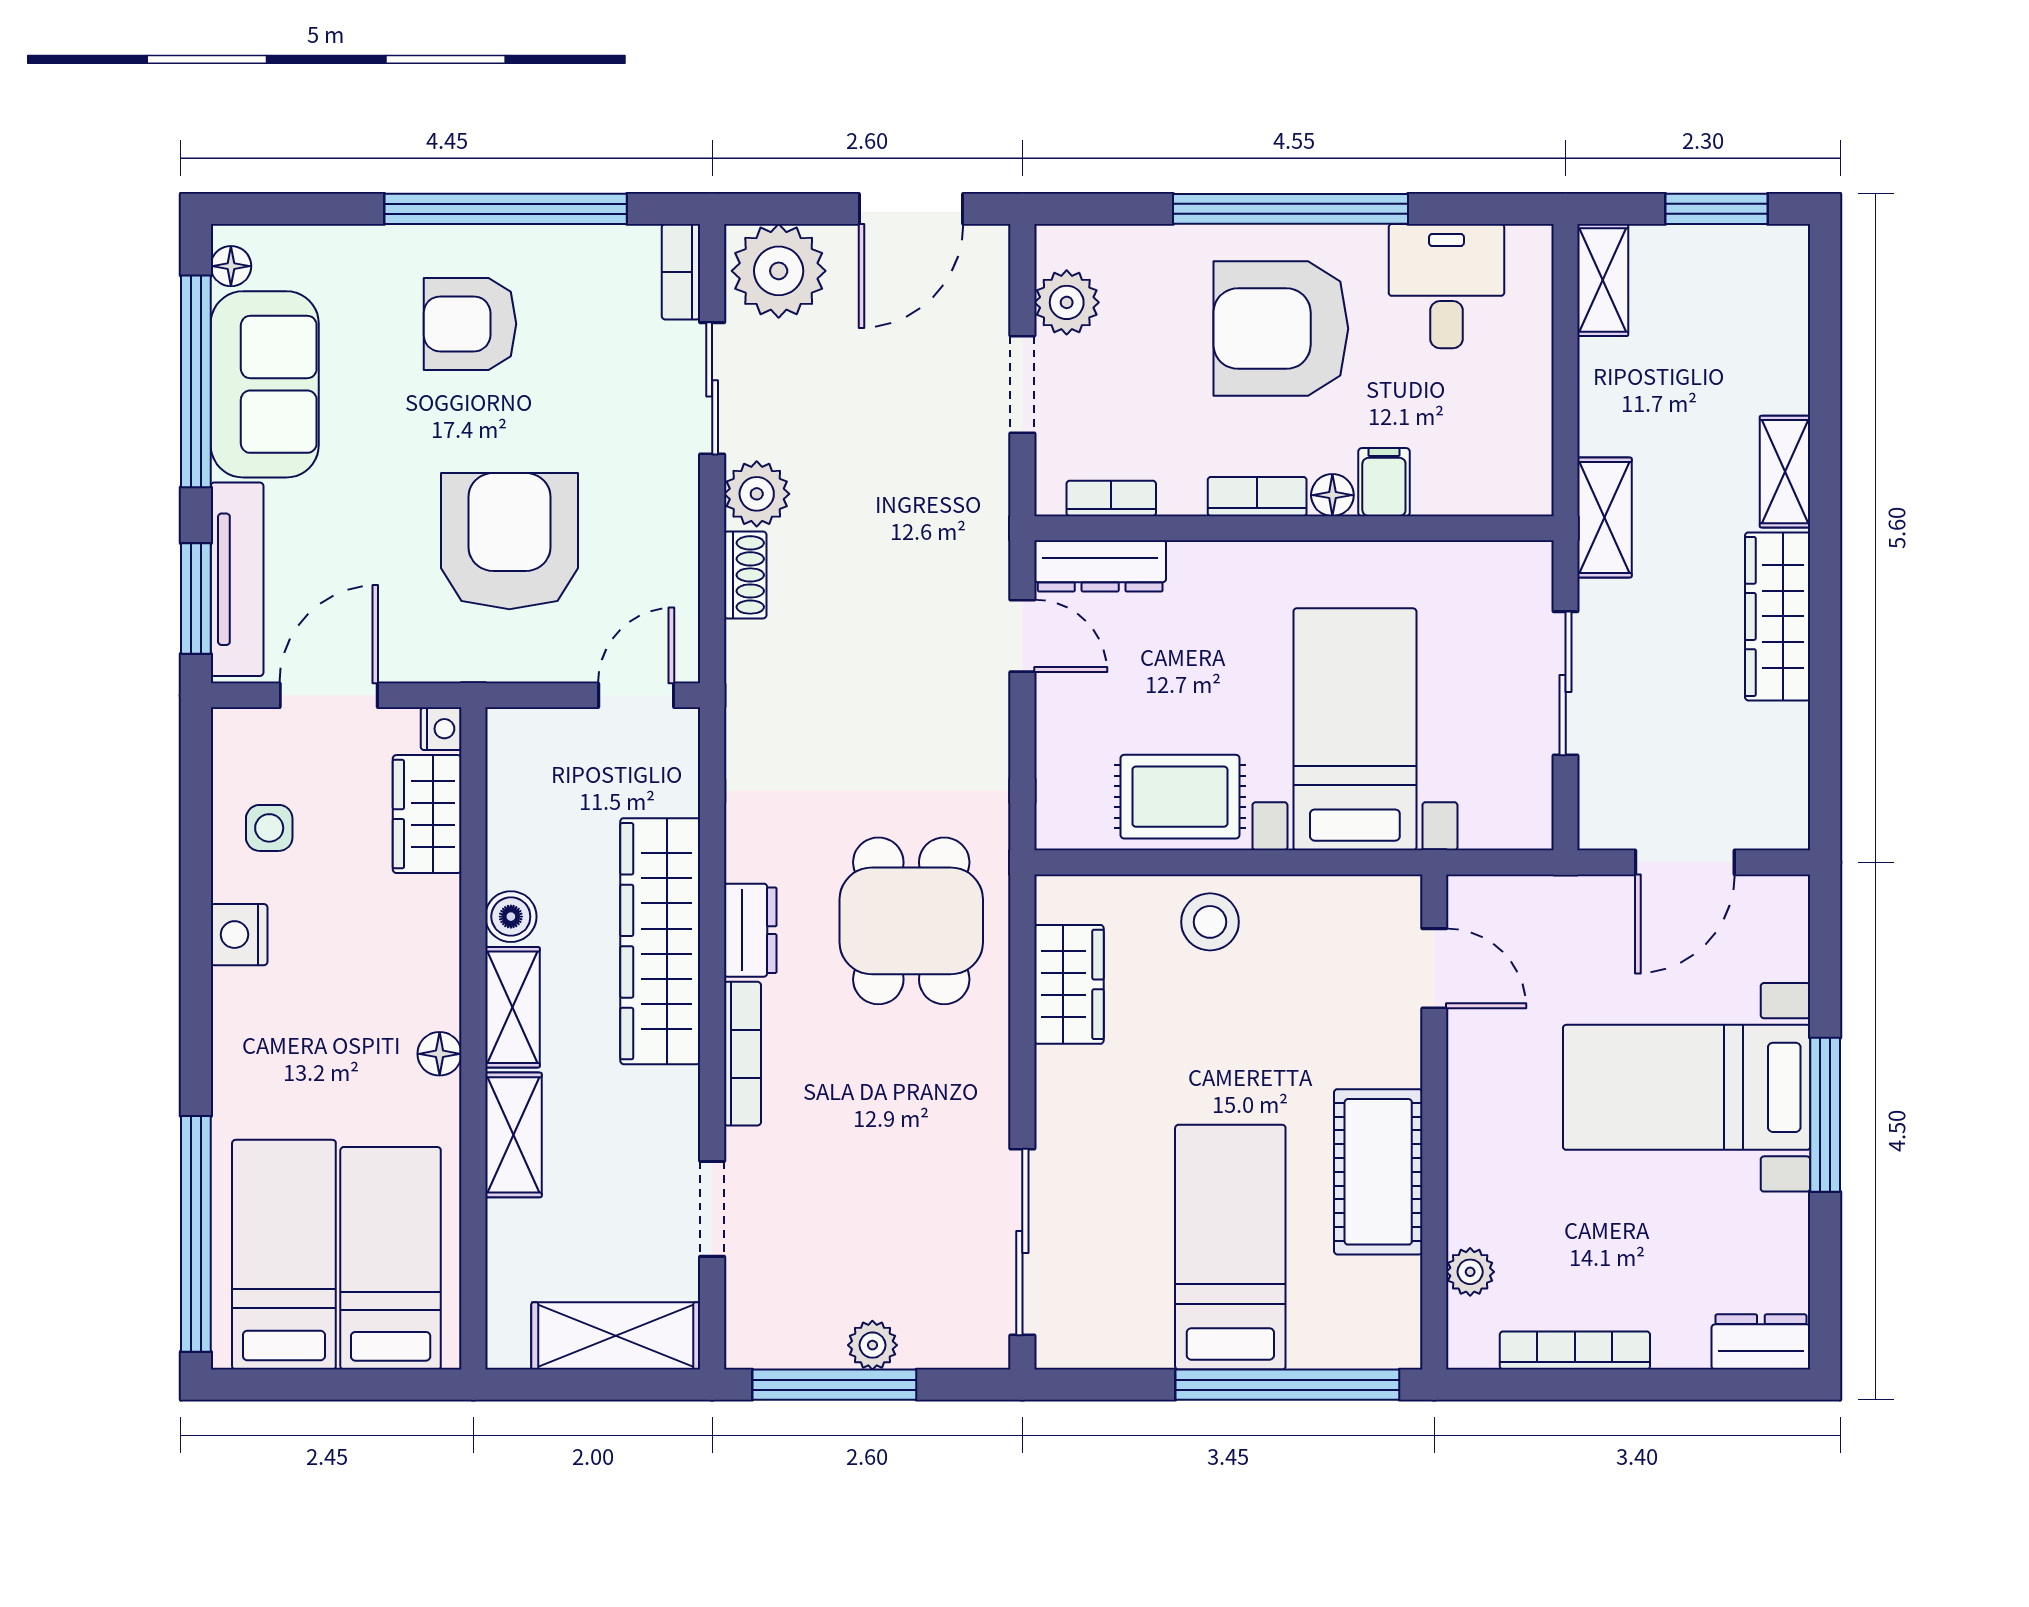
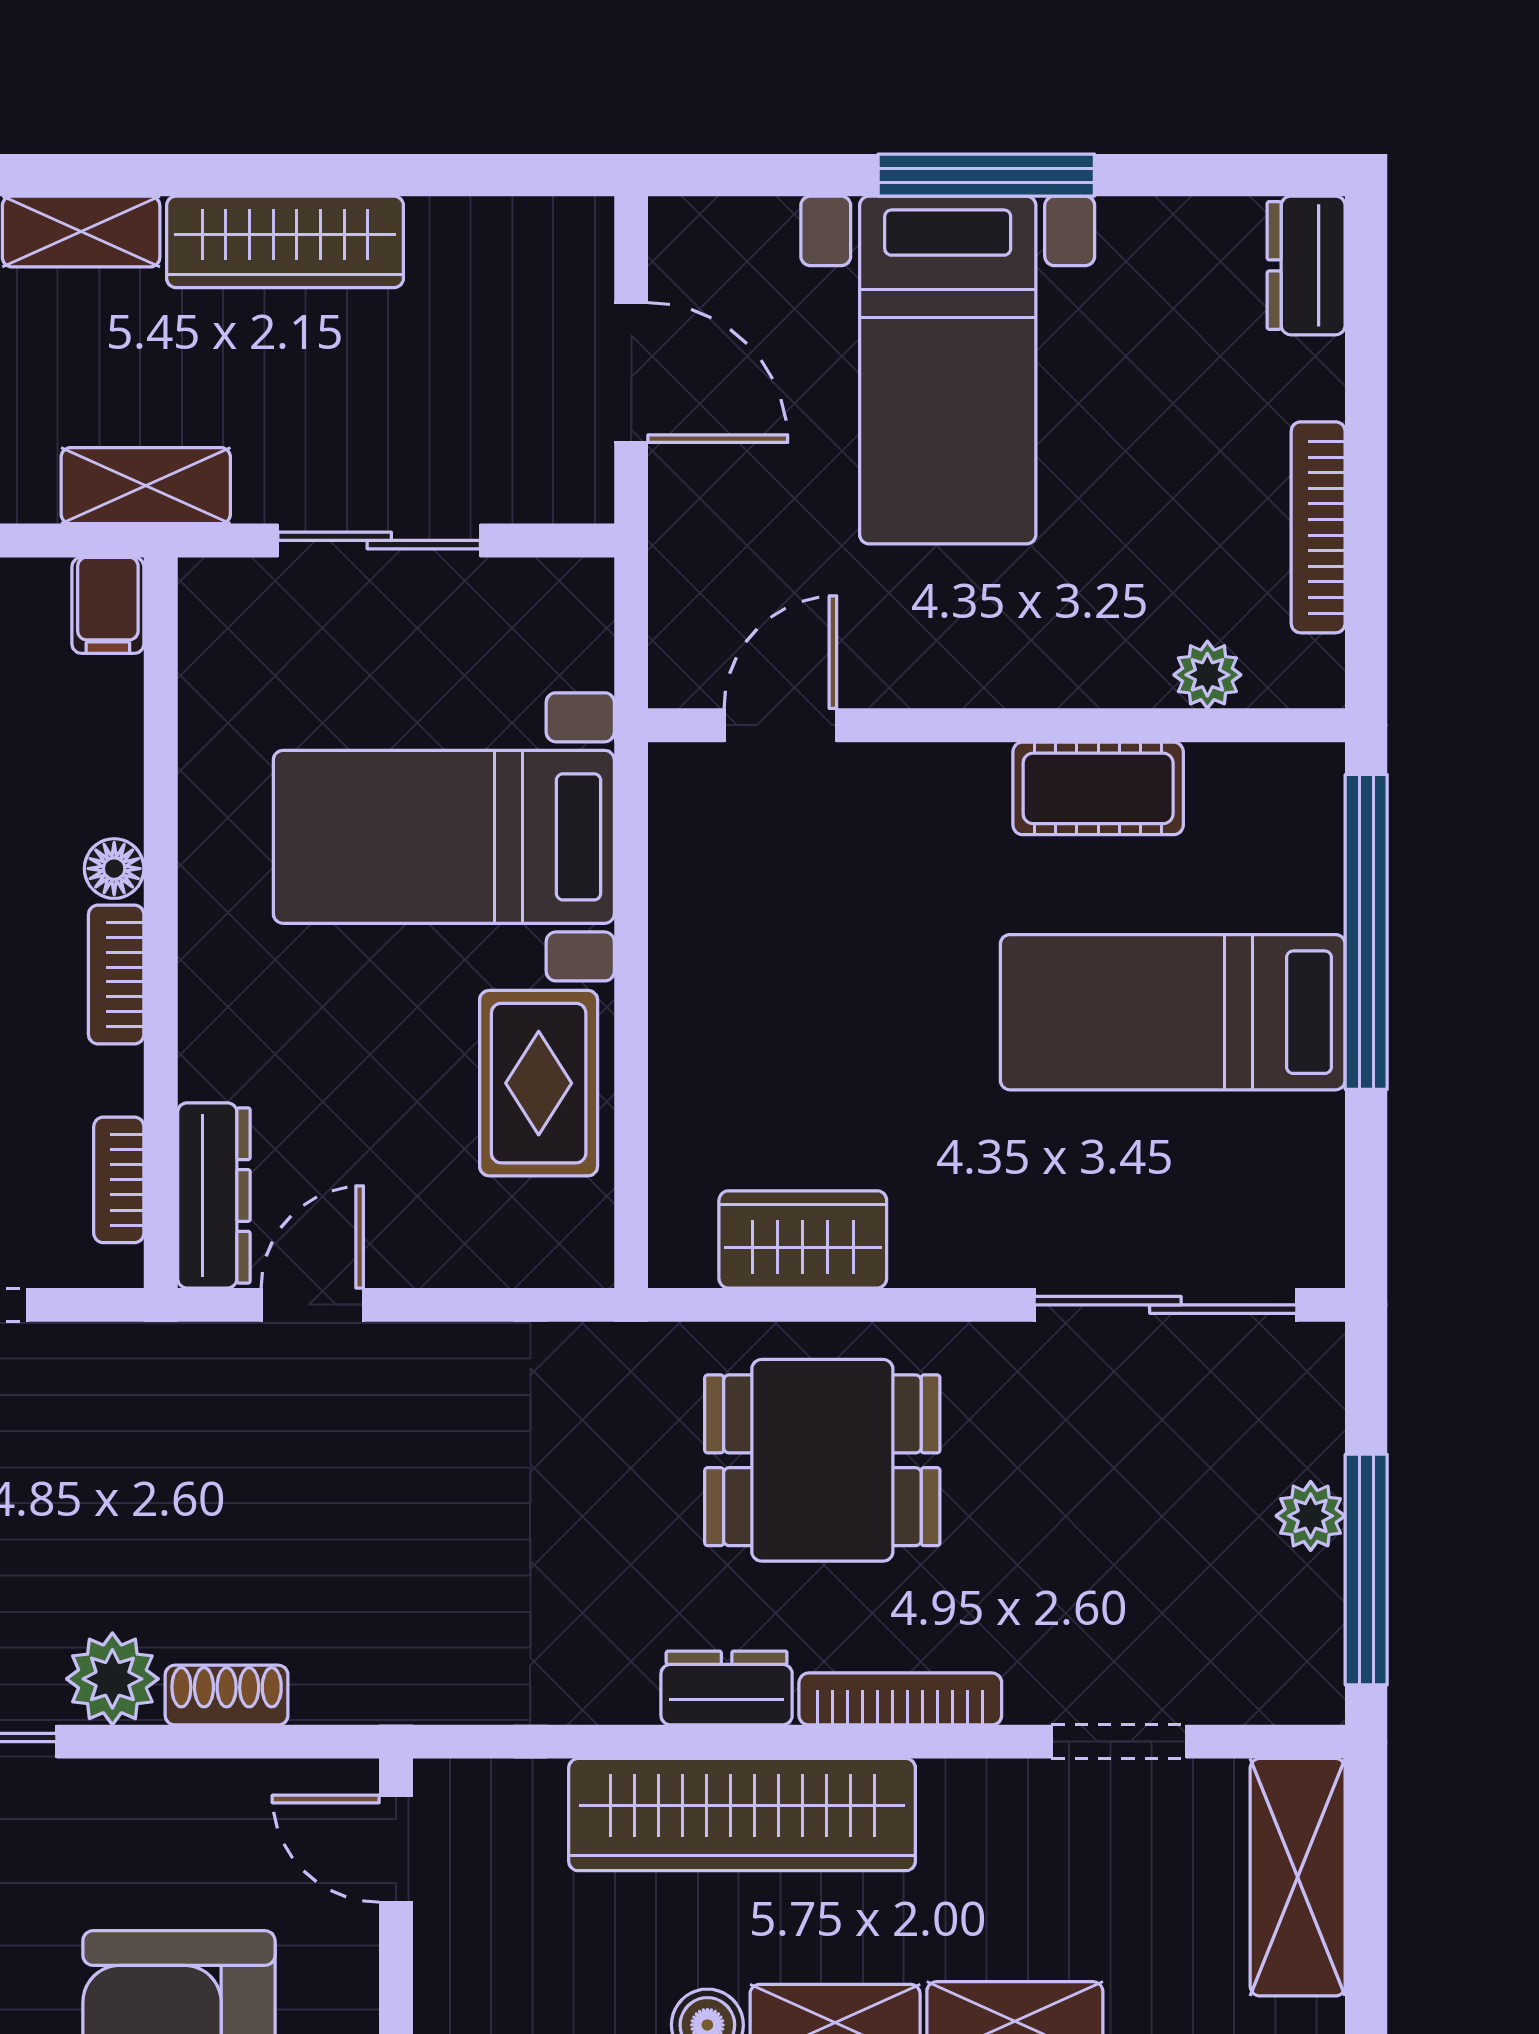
filing cabinet: (1384, 482) -> (108, 605), moved, turned -90
dining table: (911, 921) -> (822, 1460), moved
stool: (1210, 922) -> (715, 1041), removed
cot: (1378, 1172) -> (1098, 788), width x0.73, depth x0.75

